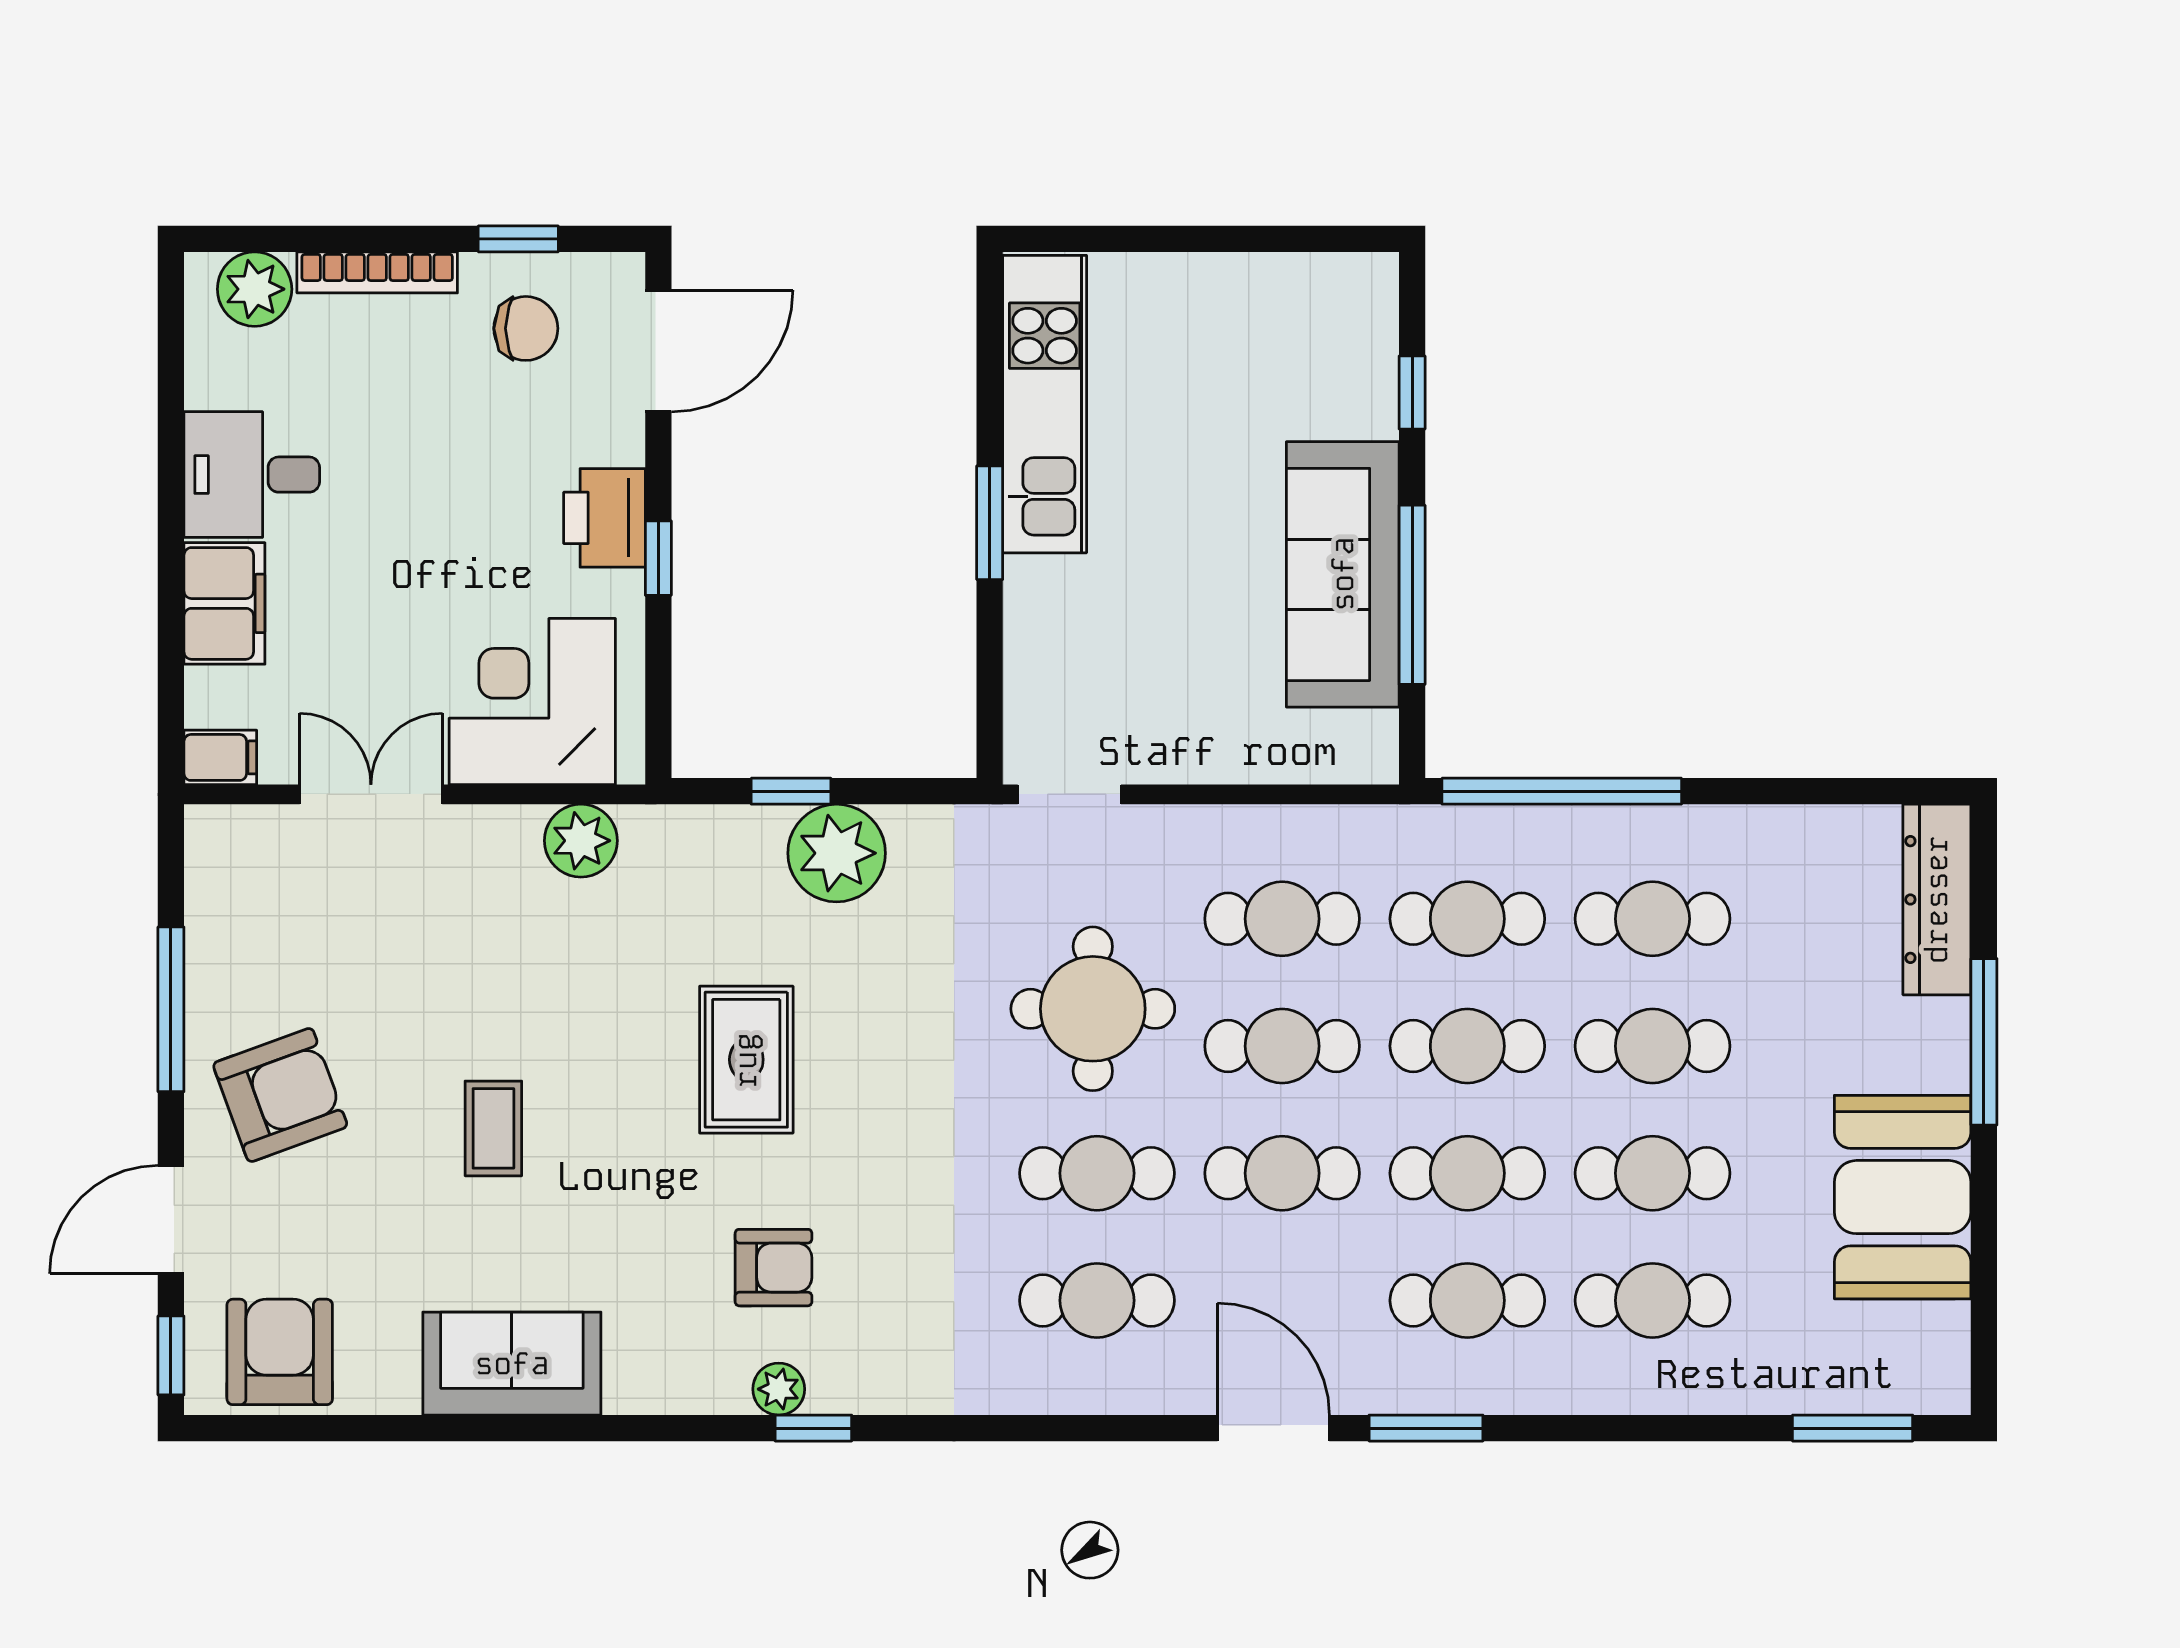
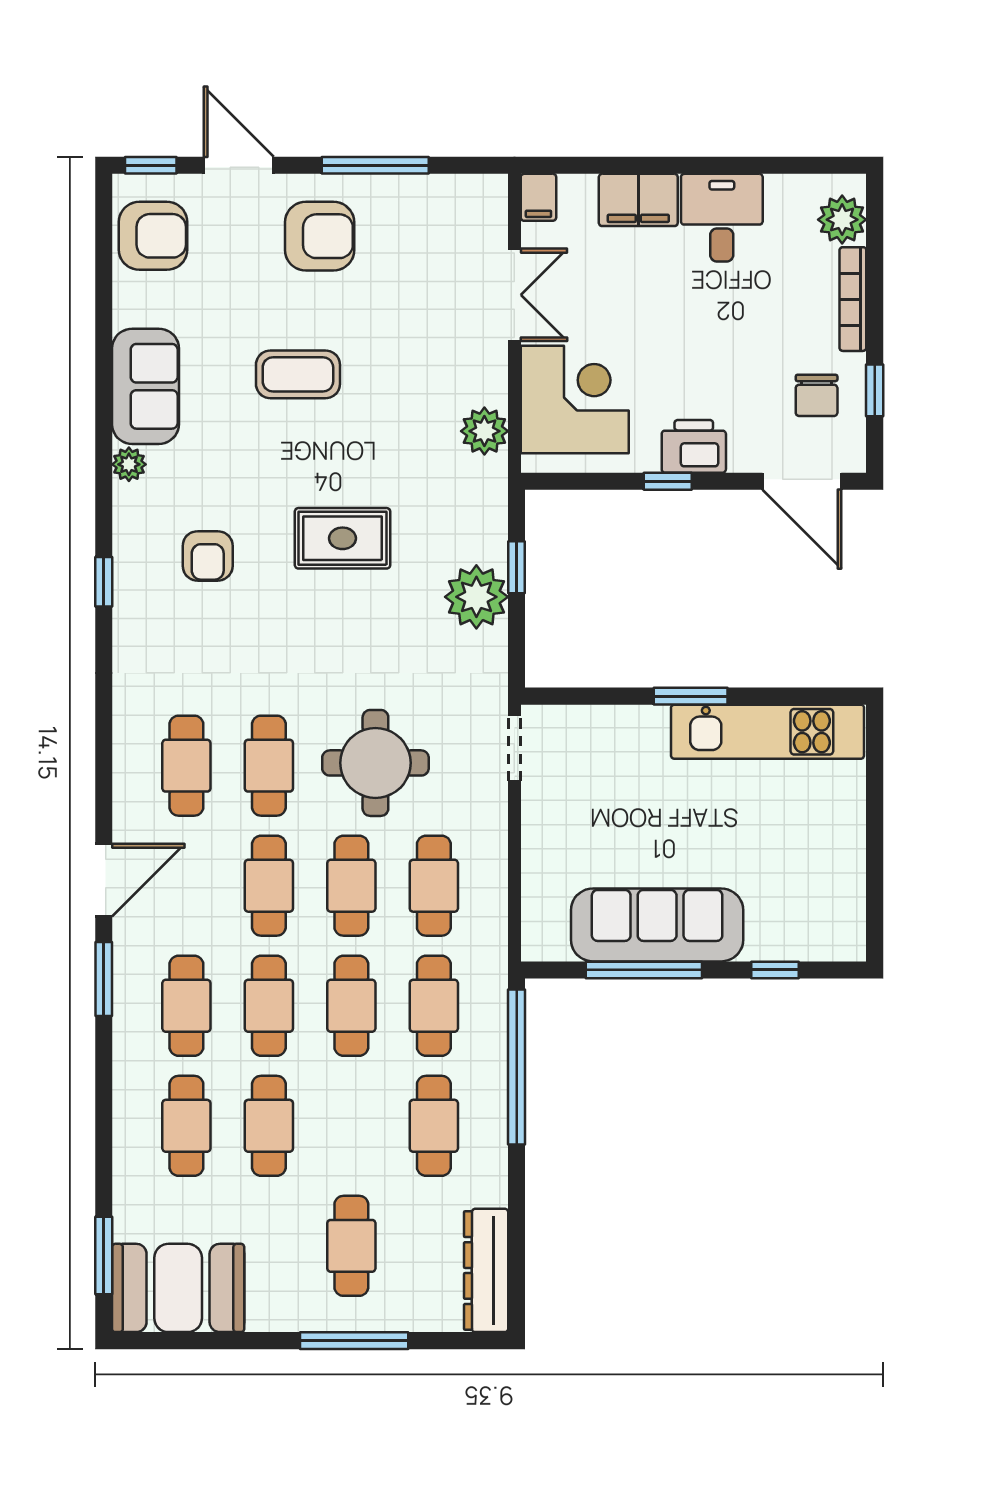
dresser: (1937, 899) -> (486, 1270), moved, turned -90
cafe table: (1652, 1046) -> (351, 1246), moved
armchair: (280, 1095) -> (320, 236), turned -70
coffee table: (493, 1128) -> (298, 374), width x1.36, depth x1.30
booth: (1903, 1197) -> (178, 1288), moved
plant: (779, 1389) -> (129, 464), moved

